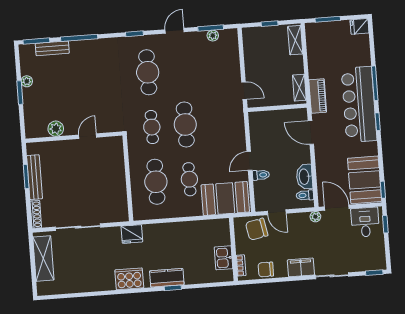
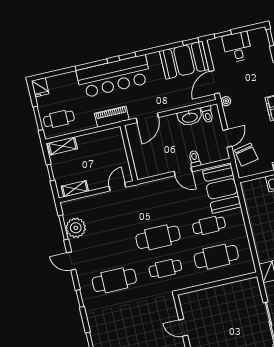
plant: (213, 36) -> (76, 228), width x1.88, depth x1.88
cafe table: (324, 41) -> (59, 119), added
shelving: (299, 88) -> (75, 189), moved
desk: (365, 222) -> (237, 47), moved, turned 90

